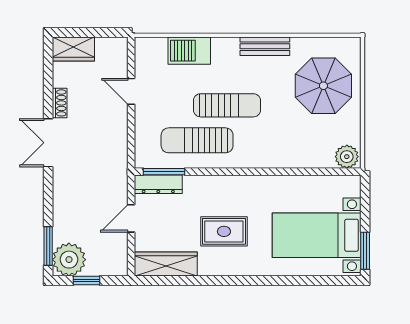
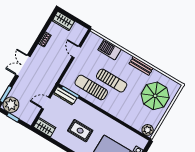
double door: (48, 143) -> (23, 66), moved
wardrobe: (166, 264) -> (45, 127), width x0.67

